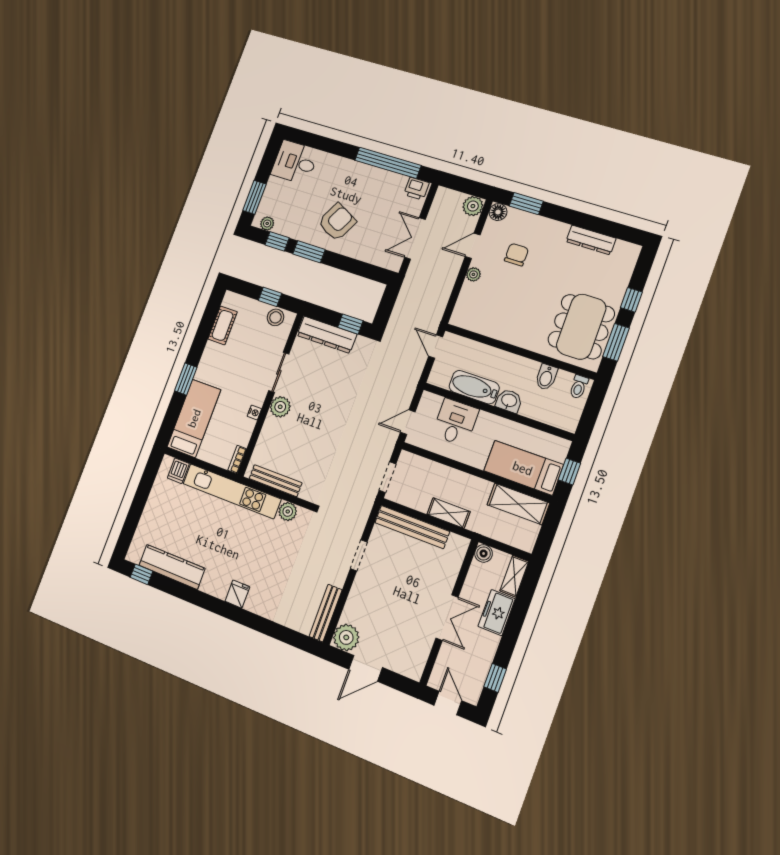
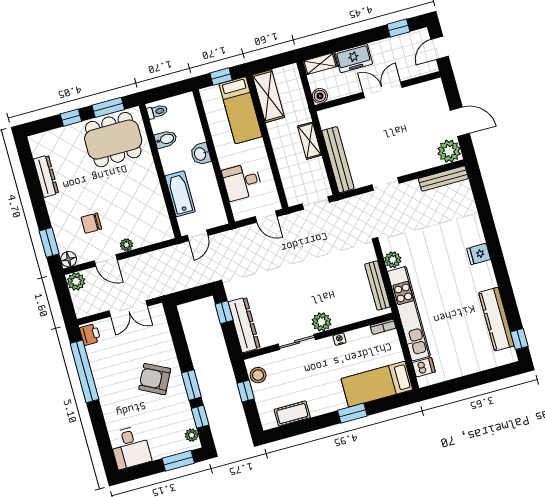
bathtub: (474, 387) -> (180, 194), moved, turned 180

